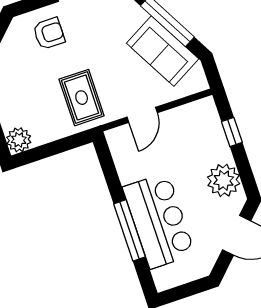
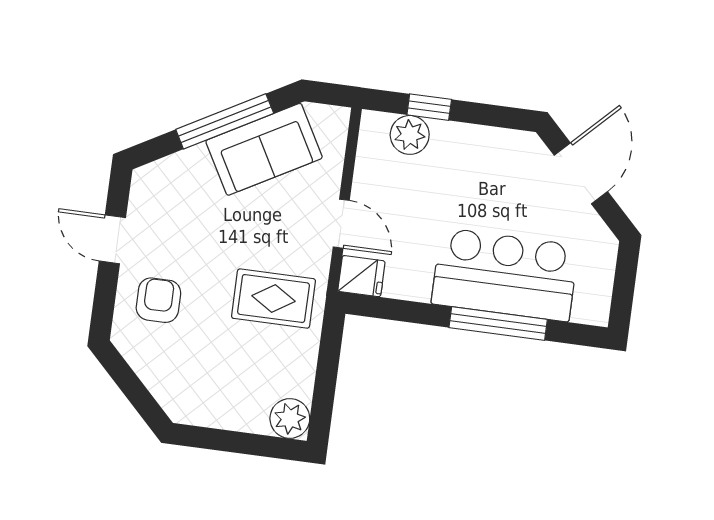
fridge: (118, 141) -> (361, 276), added
plant: (224, 180) -> (410, 135), moved, width x0.73, depth x0.73

